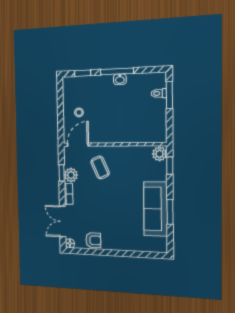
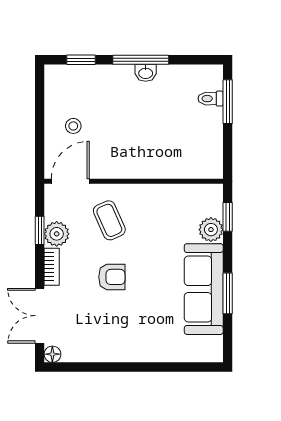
plant: (159, 154) -> (211, 230), moved
armchair: (93, 240) -> (112, 277), moved

